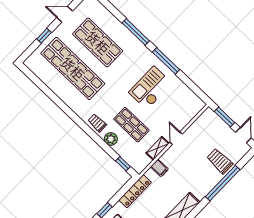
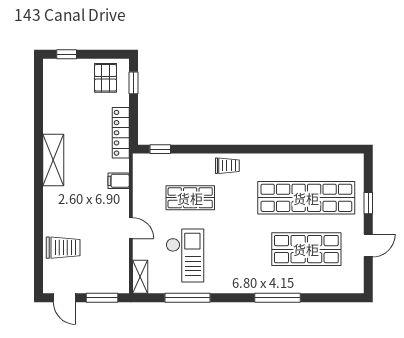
window: (166, 61) -> (188, 298), moved
checkout: (150, 88) -> (185, 256), moved
plant: (111, 139) -> (197, 163), removed
shelving: (158, 148) -> (140, 277), moved
window: (223, 183) -> (38, 228), removed

